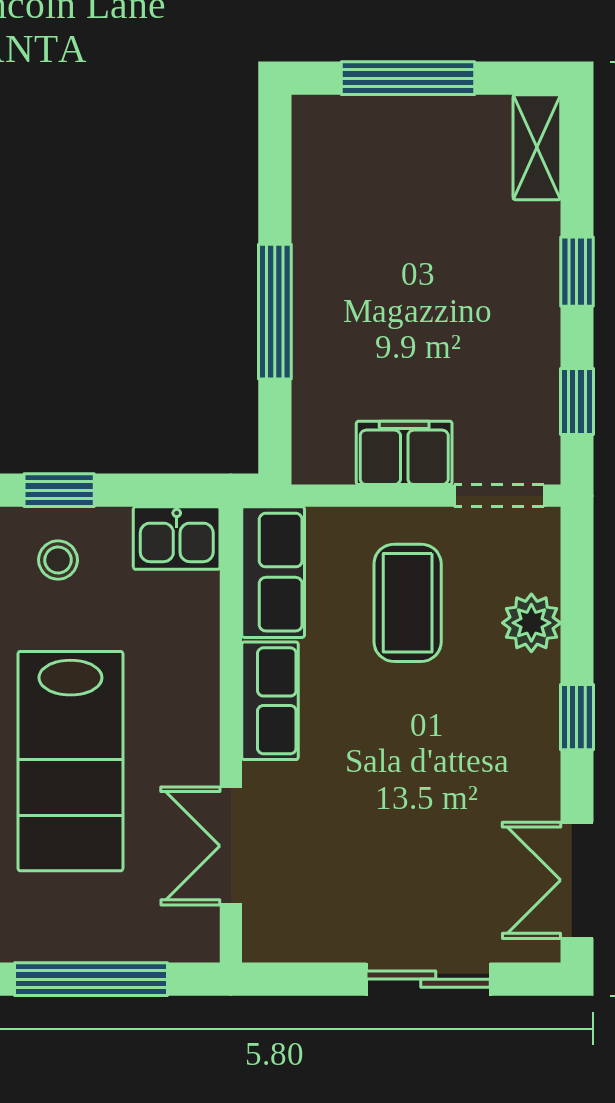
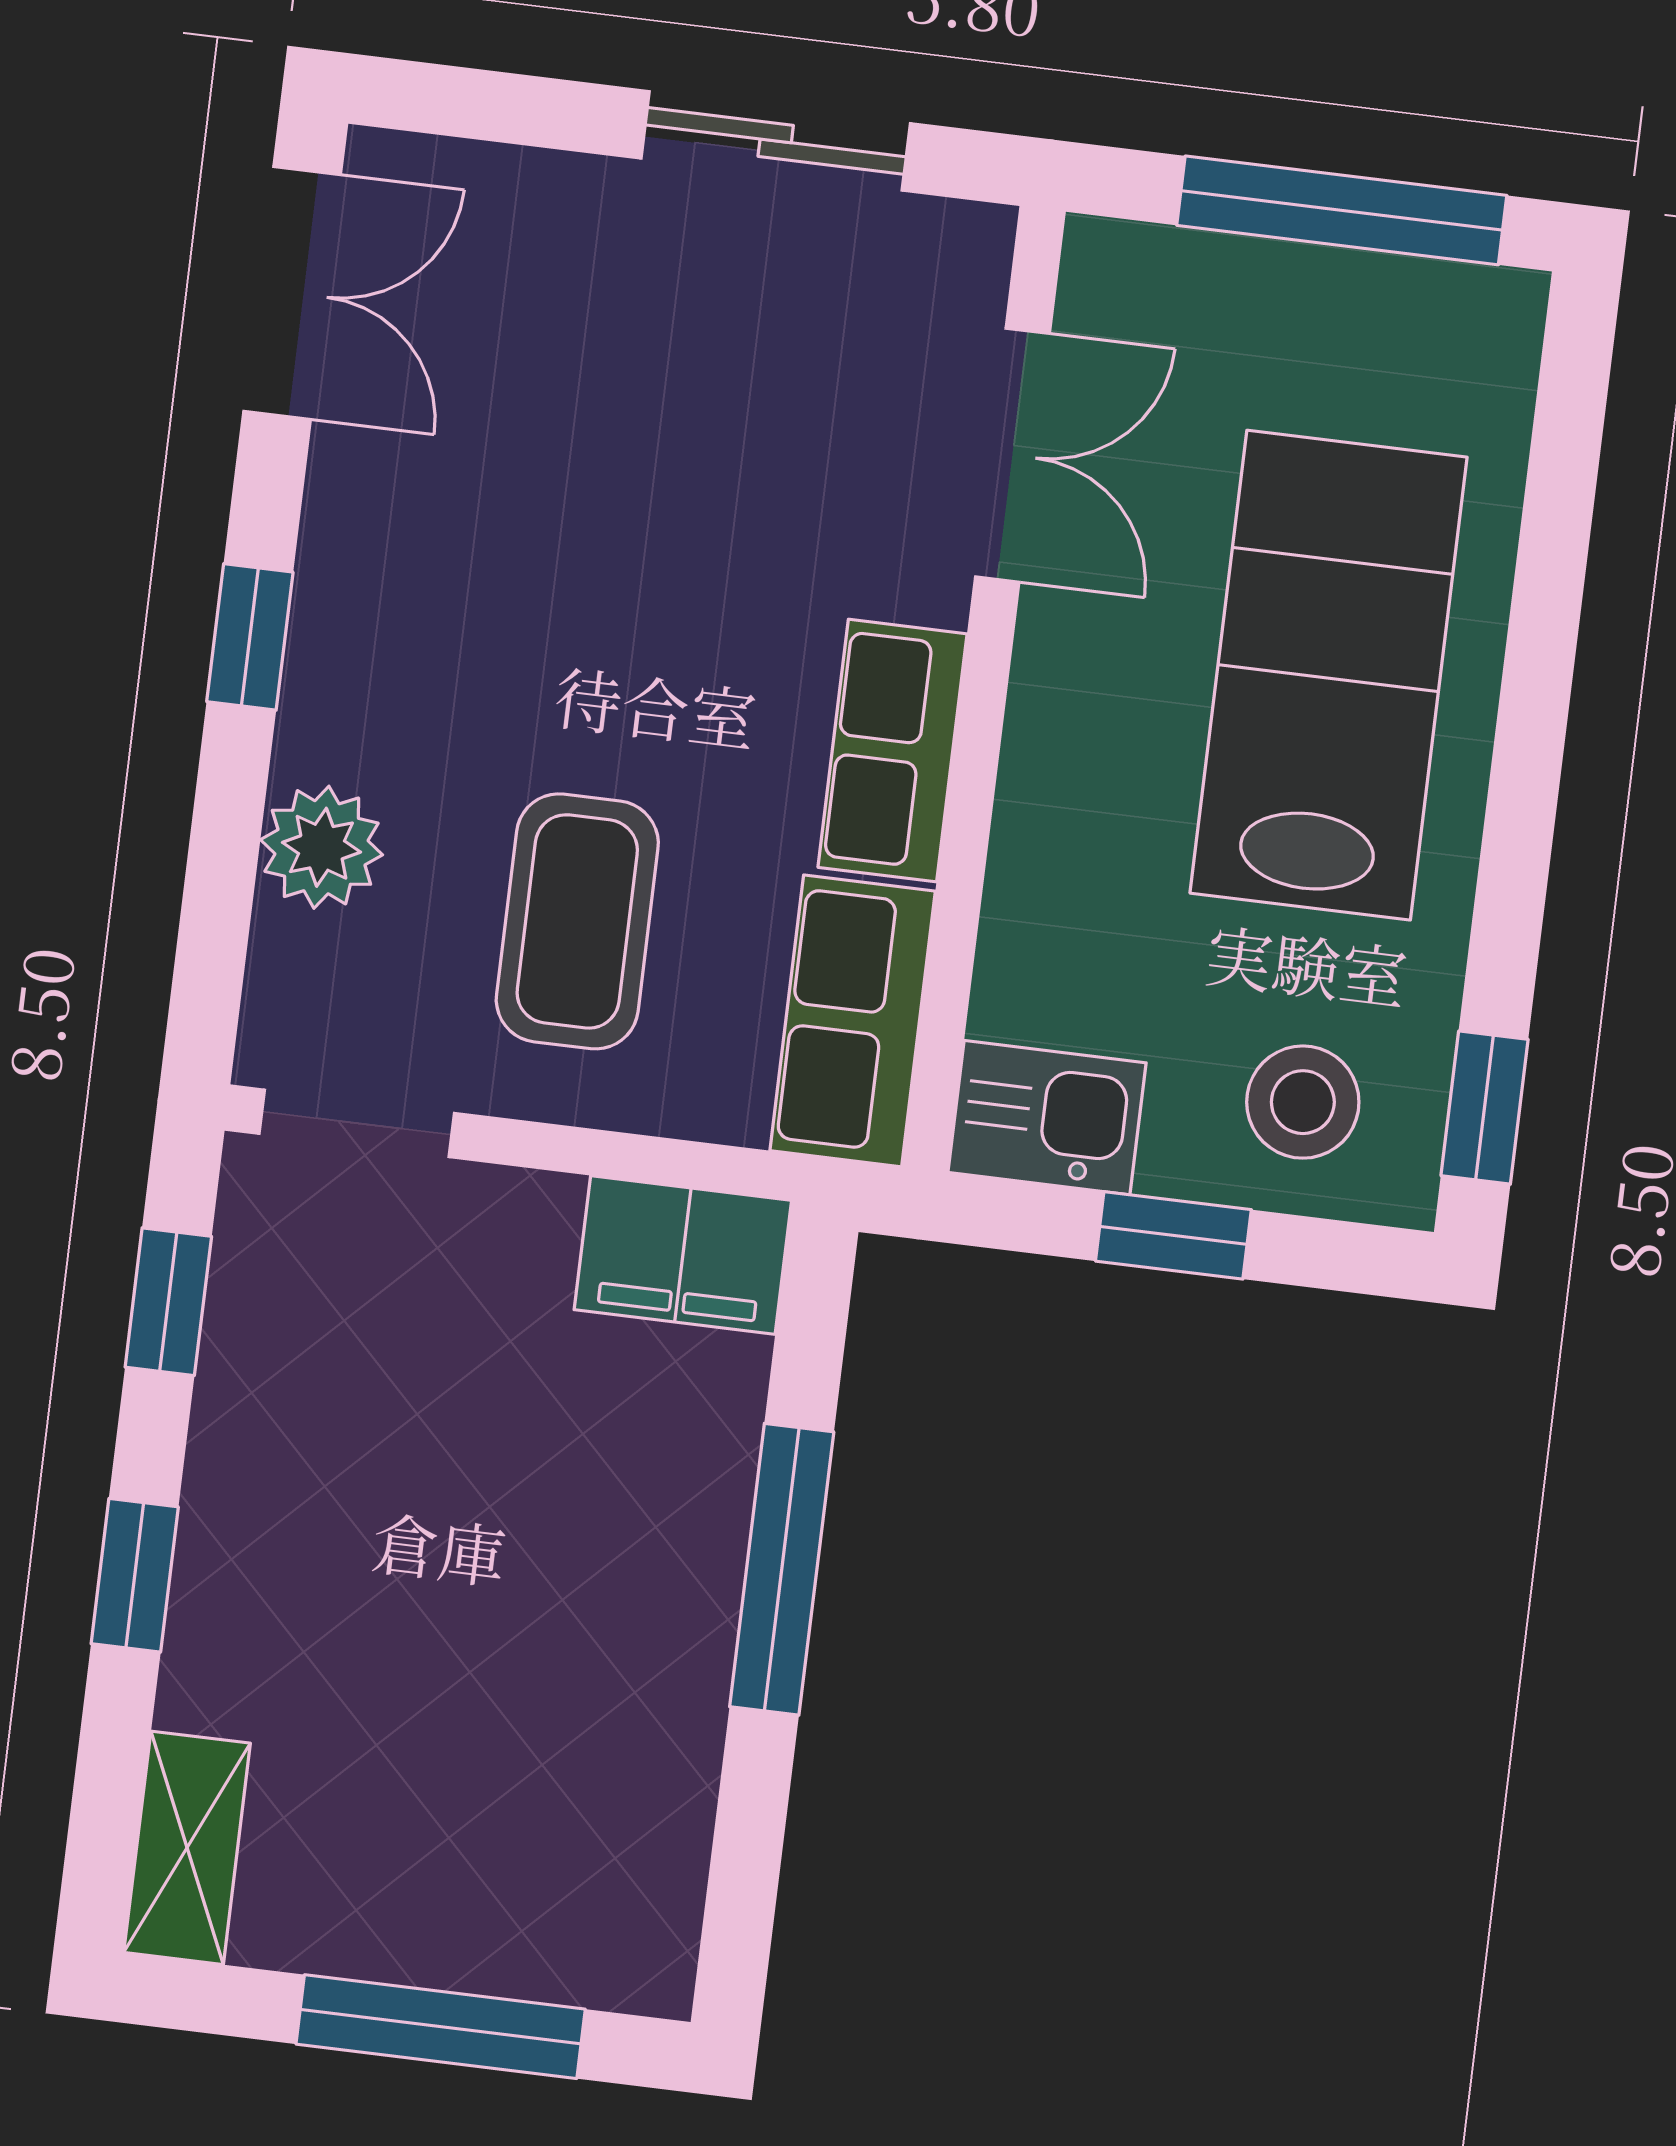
filing cabinet: (404, 453) -> (683, 1255), moved
window: (59, 490) -> (1173, 1235), moved
stool: (58, 560) -> (1303, 1102), width x1.37, depth x1.37
sliding door: (428, 979) -> (776, 141), moved

